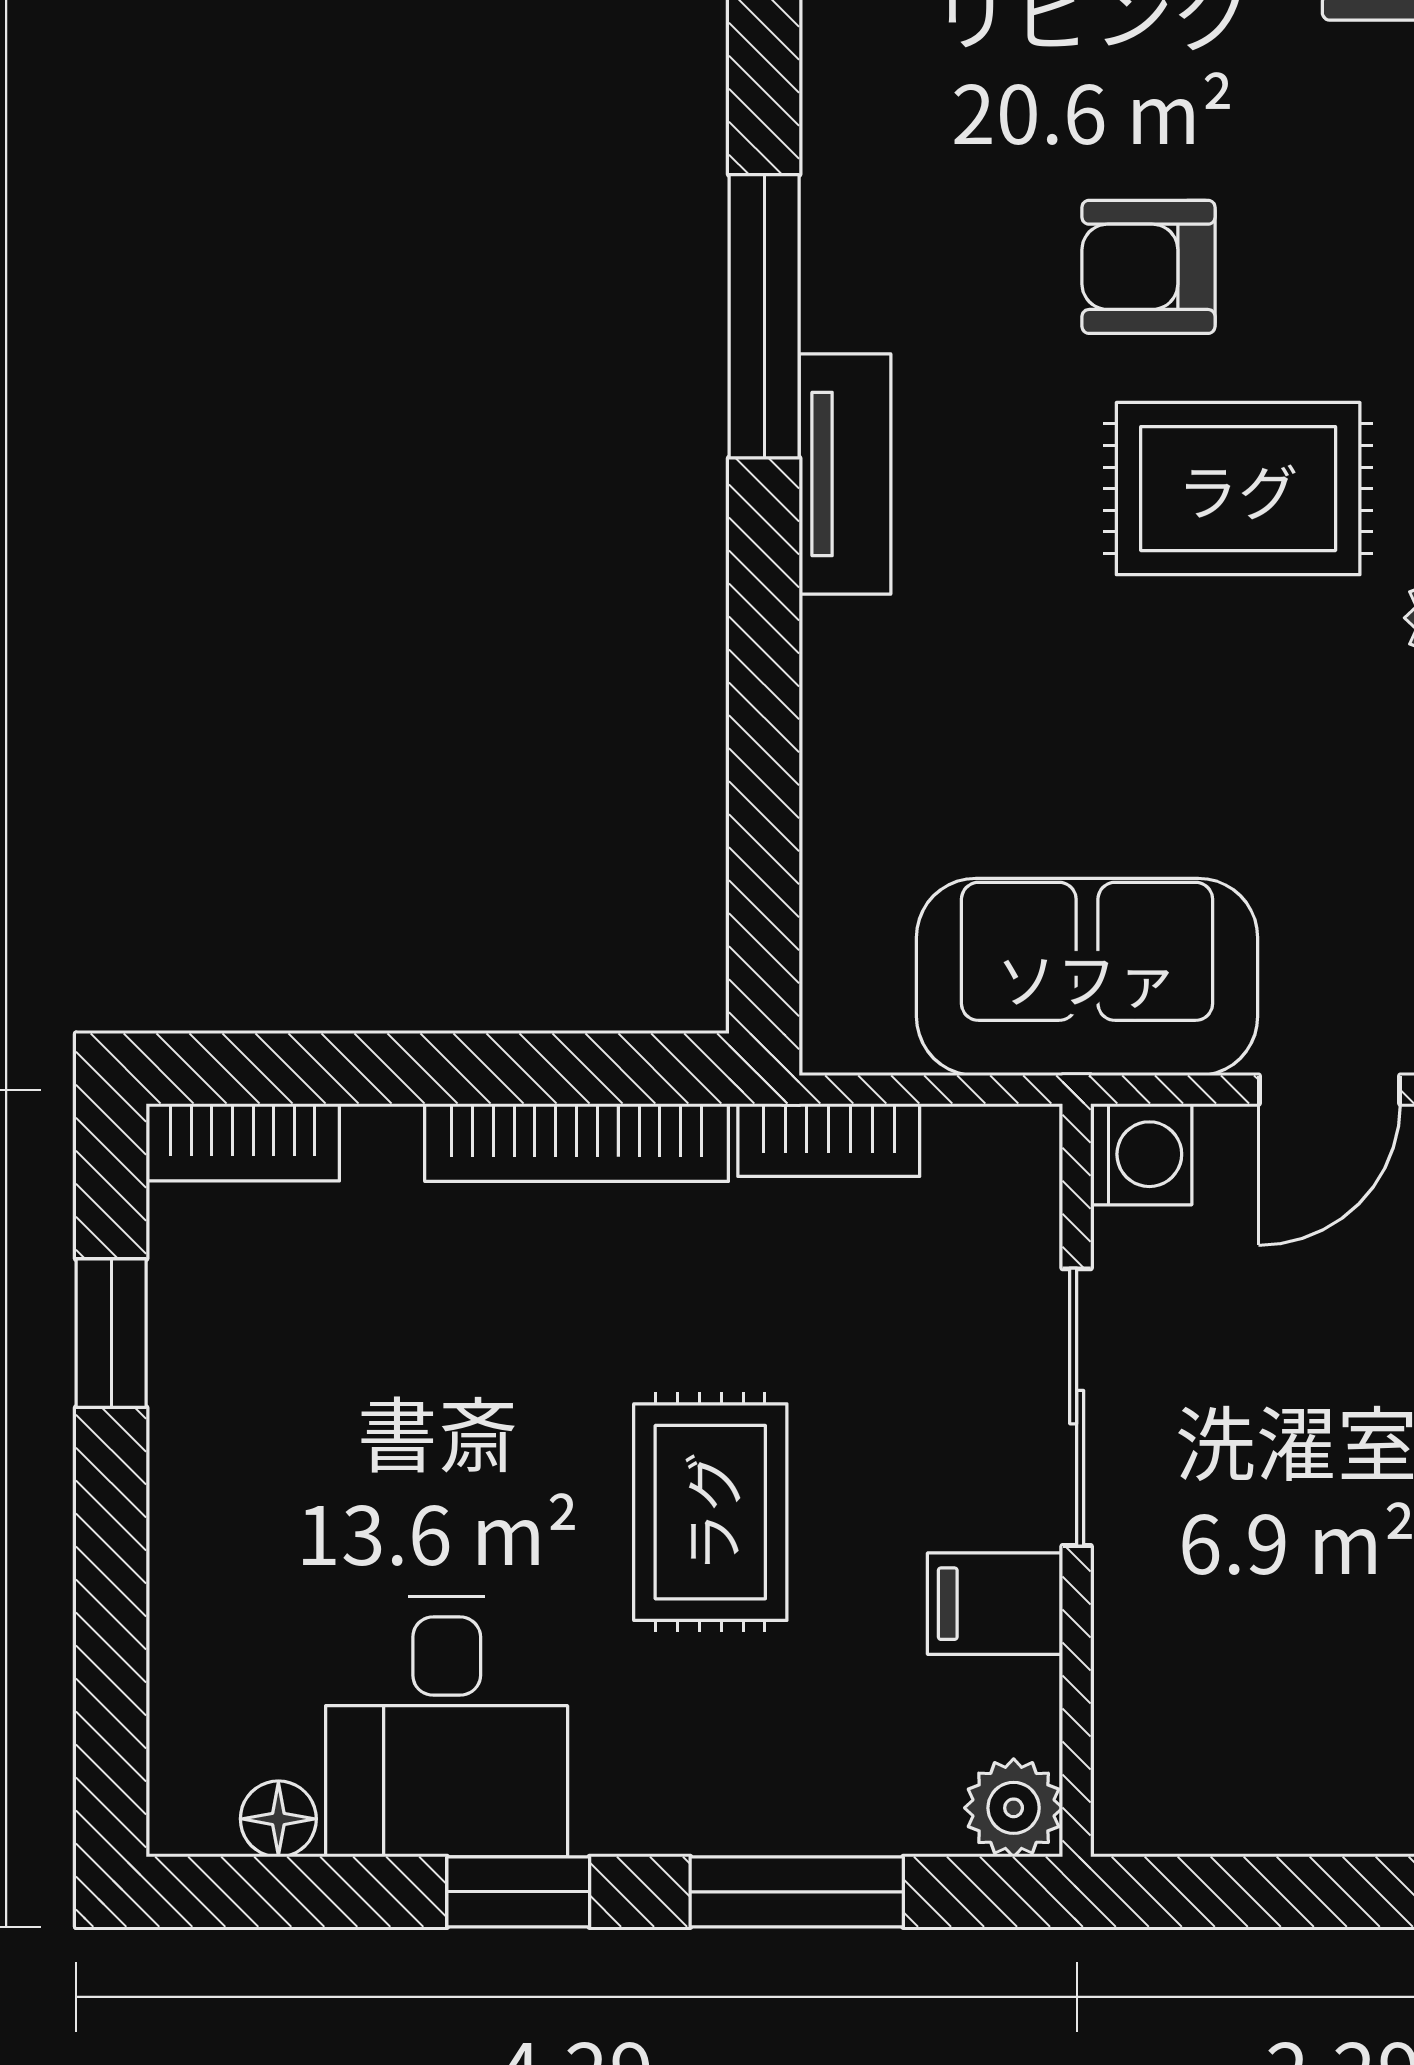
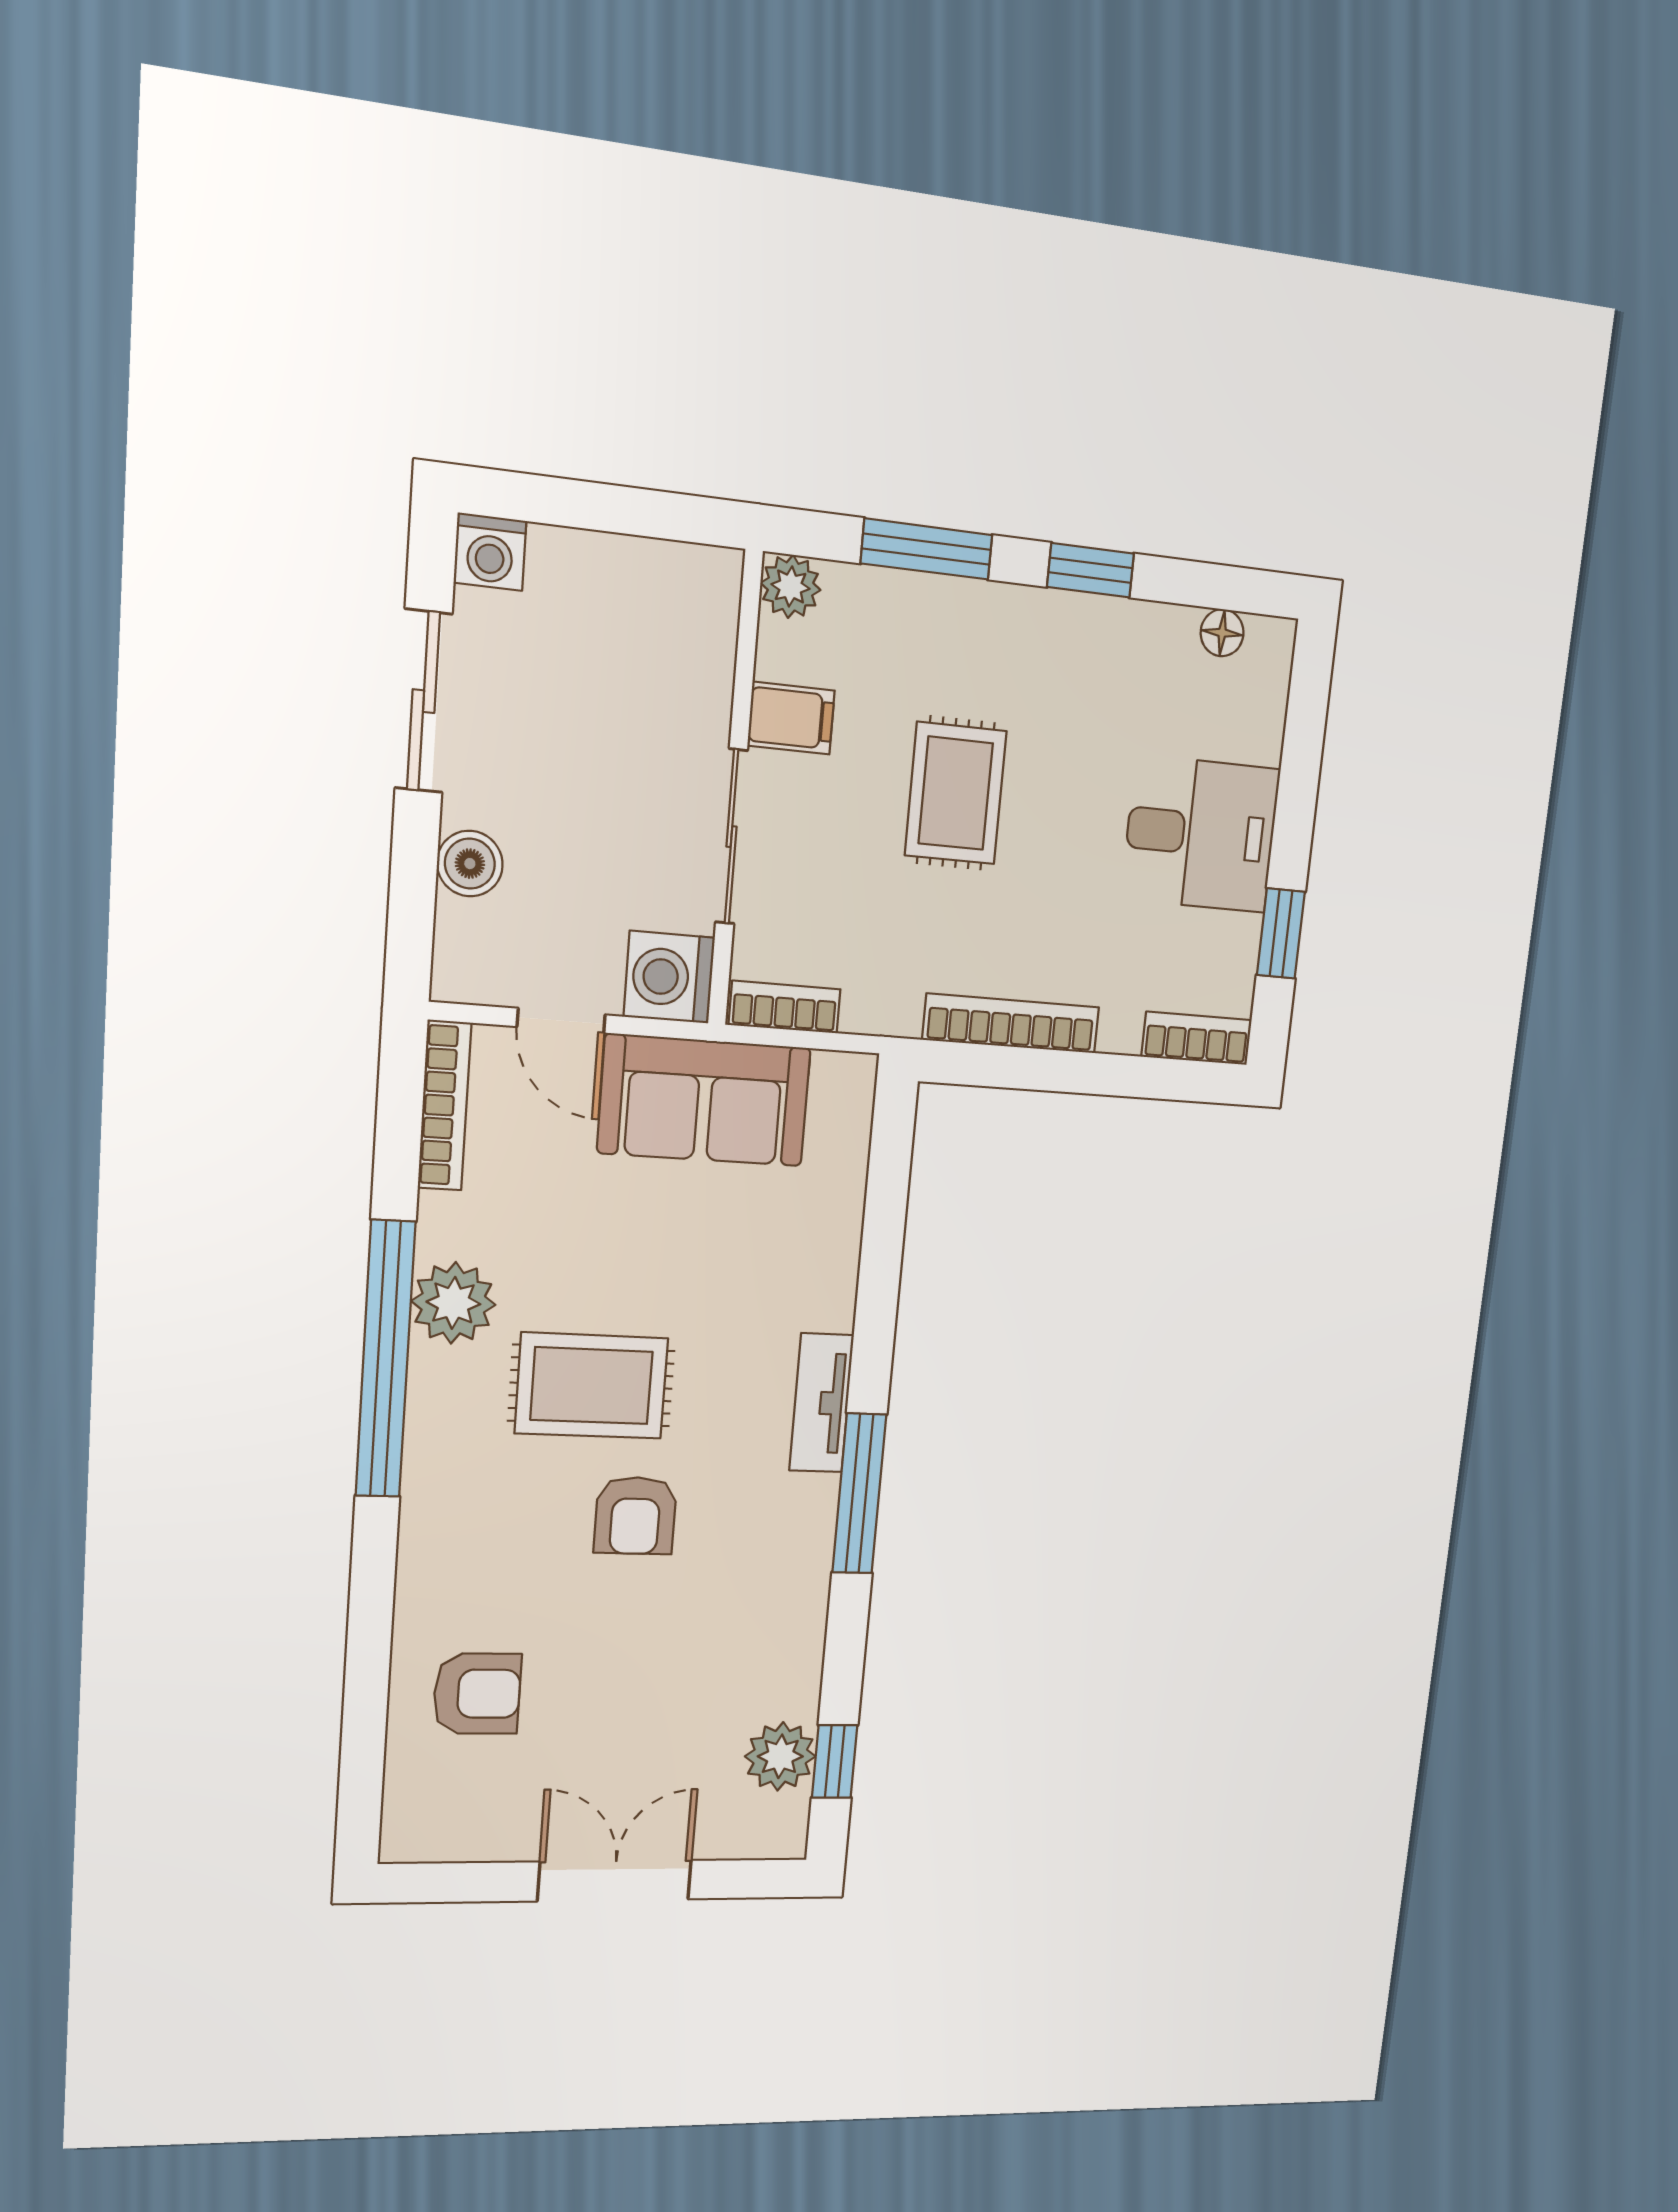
armchair: (1149, 267) -> (635, 1516), turned 90
door: (1329, 1090) -> (561, 1021), swing flipped
bookcase: (829, 1140) -> (785, 1007), moved
washing machine: (1141, 1154) -> (669, 977), width x1.38, depth x1.38
desk: (447, 1727) -> (1201, 834), moved, turned 90

